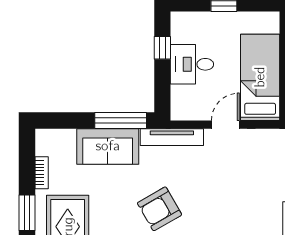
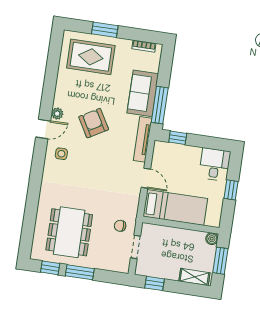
window: (162, 48) -> (178, 138), moved
desk: (192, 64) -> (215, 164), moved
bookcase: (42, 173) -> (144, 46), moved

